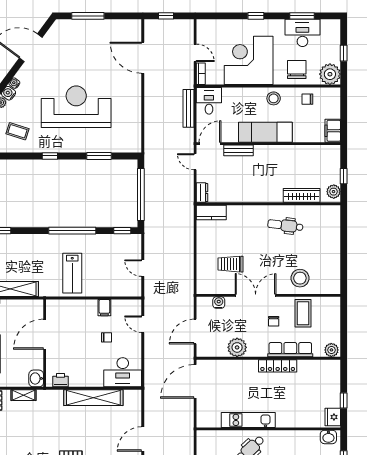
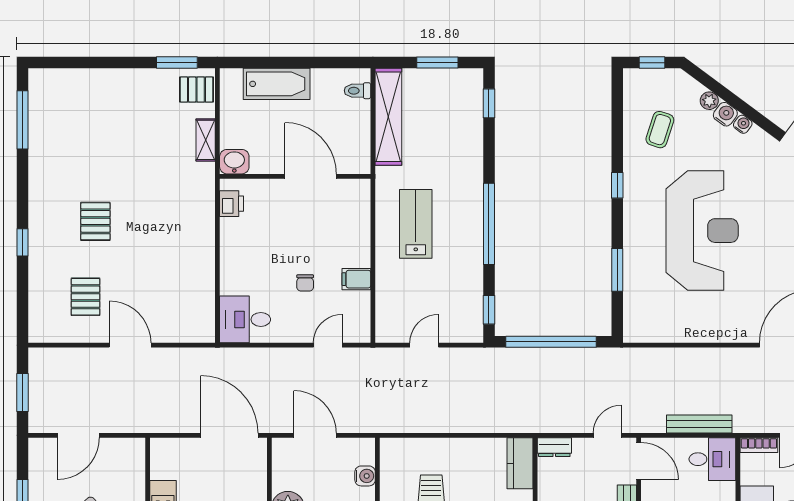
lab bench: (72, 273) -> (416, 224), turned 90
desk: (123, 372) -> (245, 319), width x0.73
shelving: (93, 398) -> (201, 260), removed

